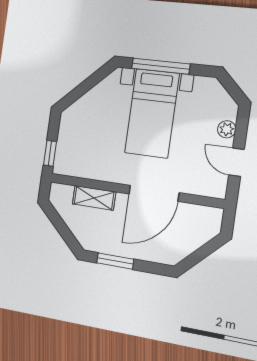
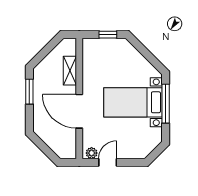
plant: (227, 129) -> (92, 153), moved
window: (50, 153) -> (108, 35), moved

